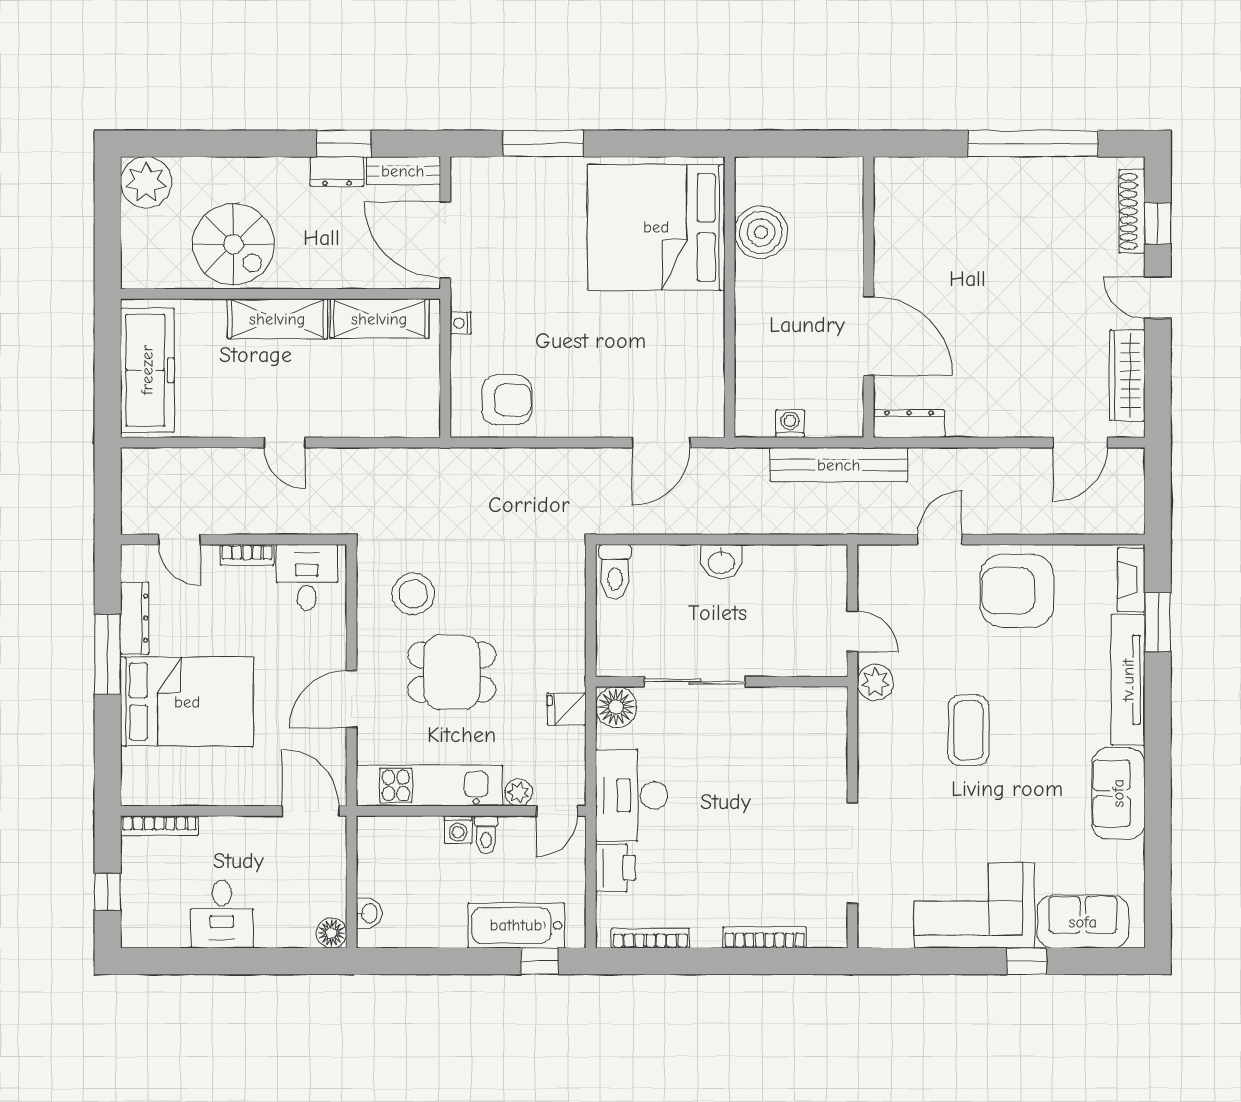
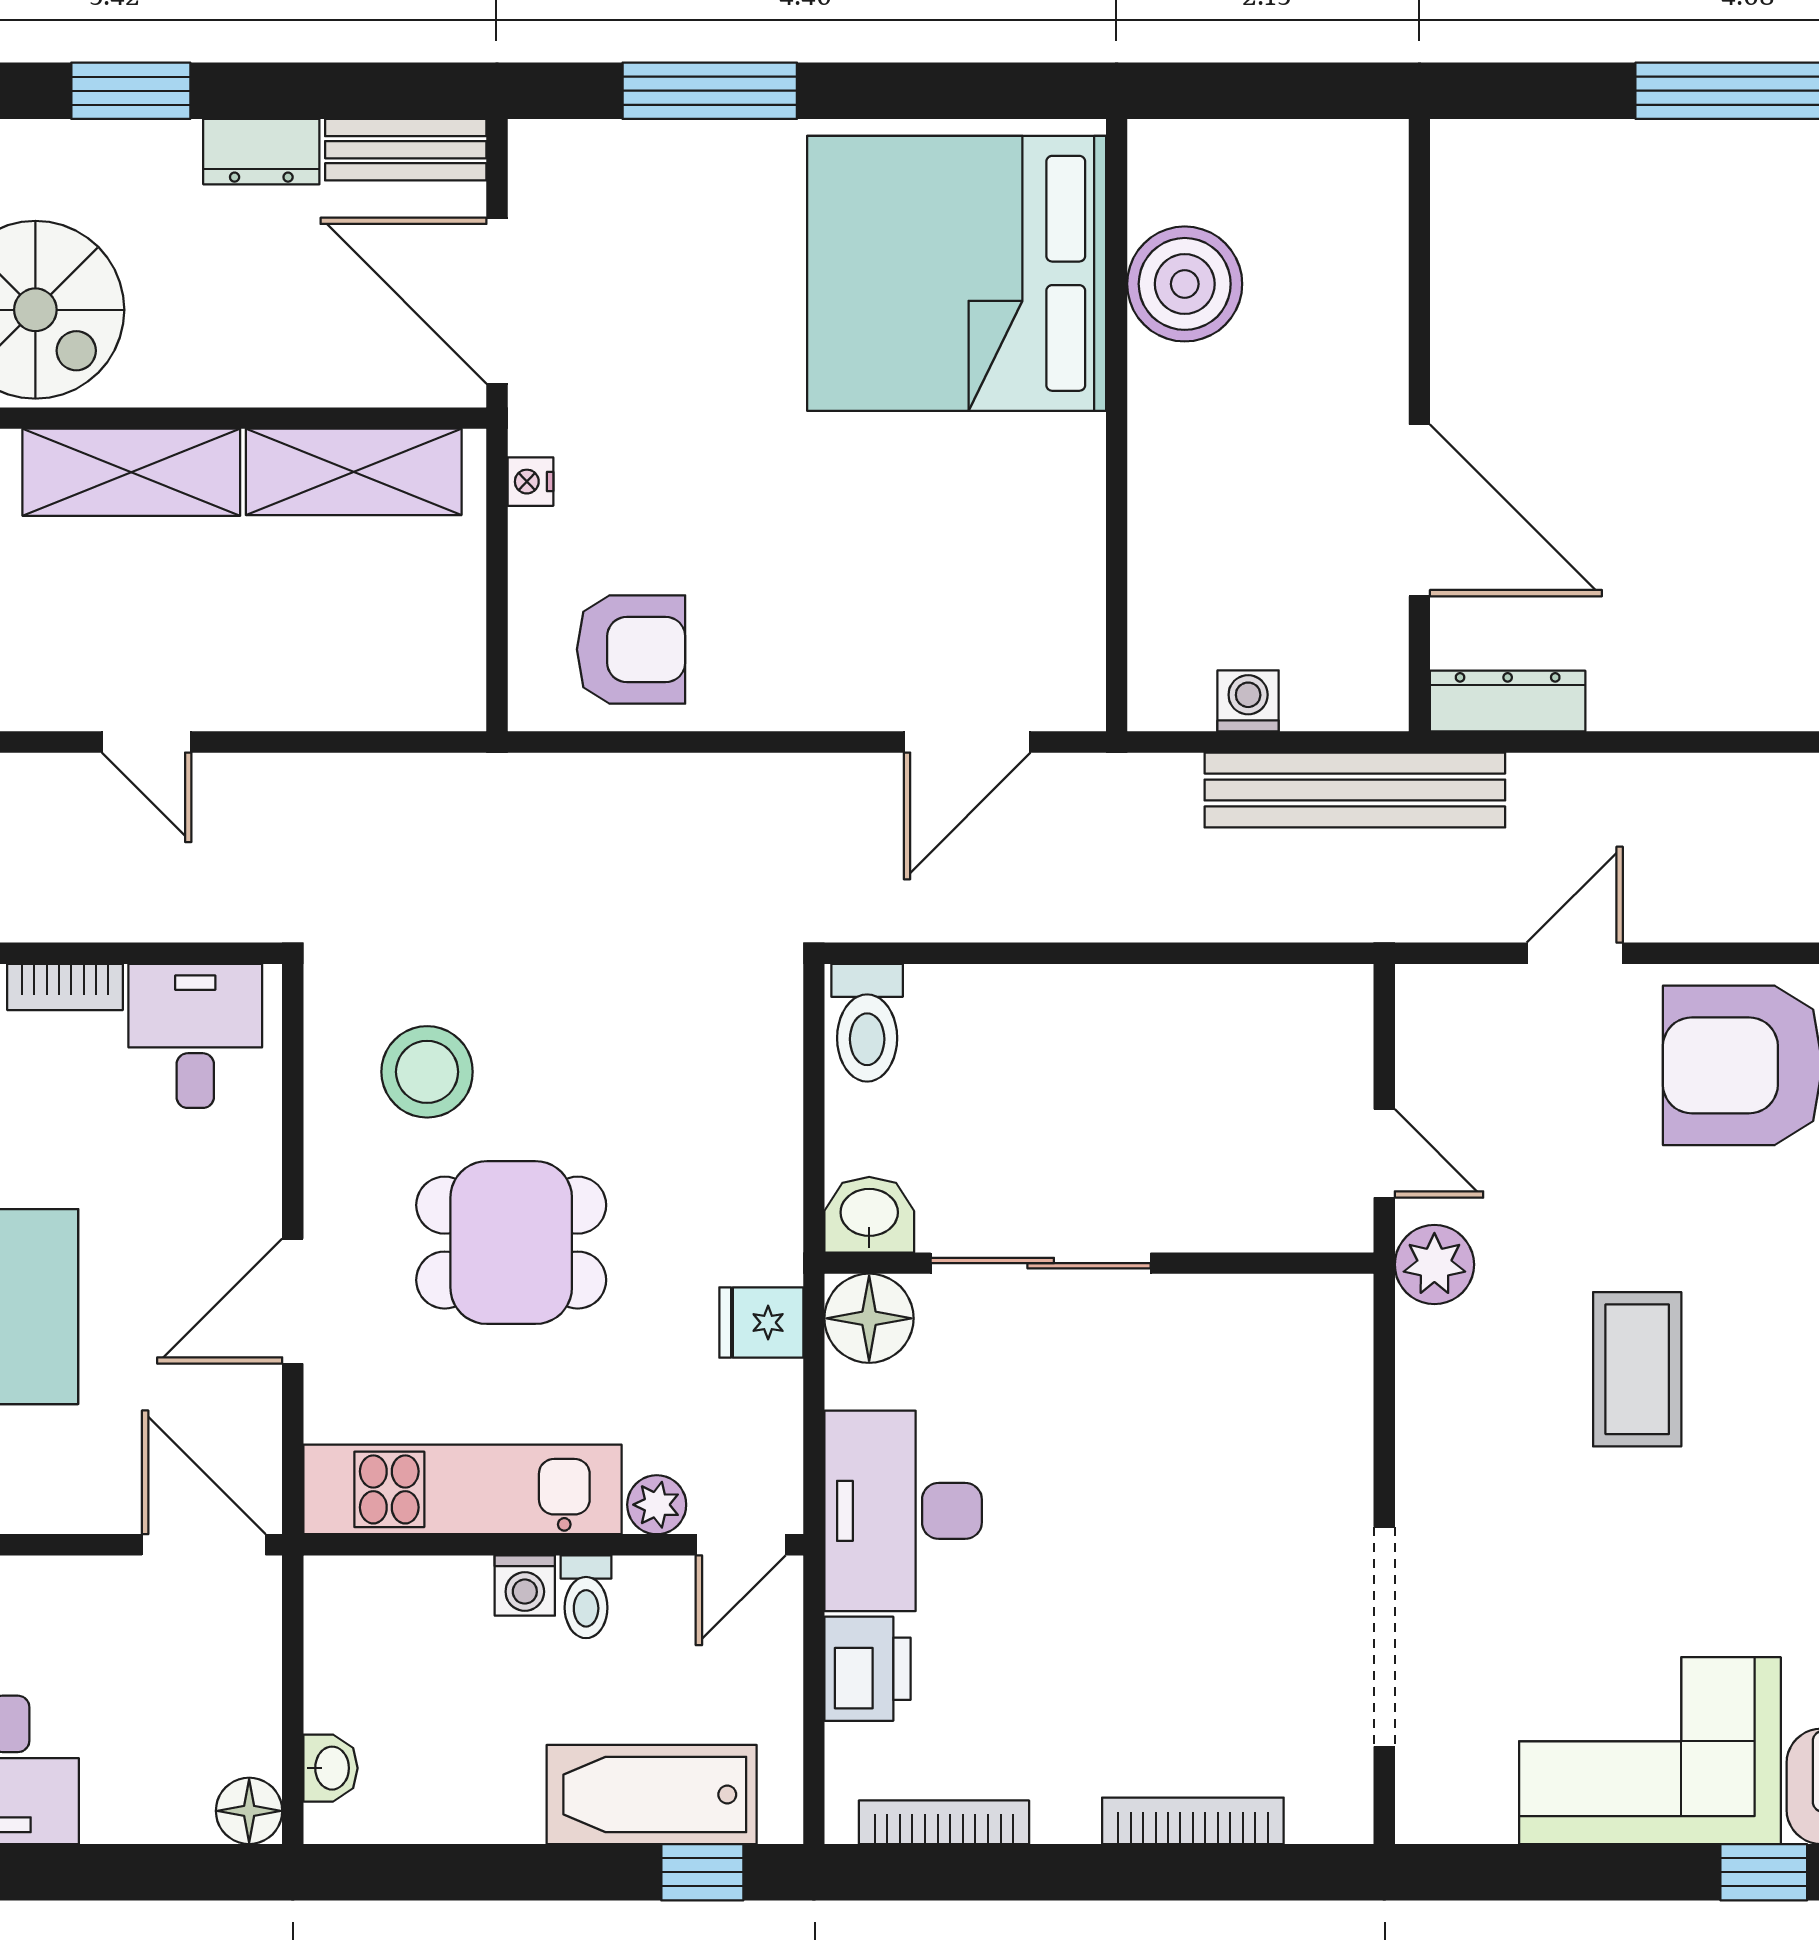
window: (344, 144) -> (131, 91), moved
washbasin: (721, 562) -> (869, 1215), moved, turned 180

